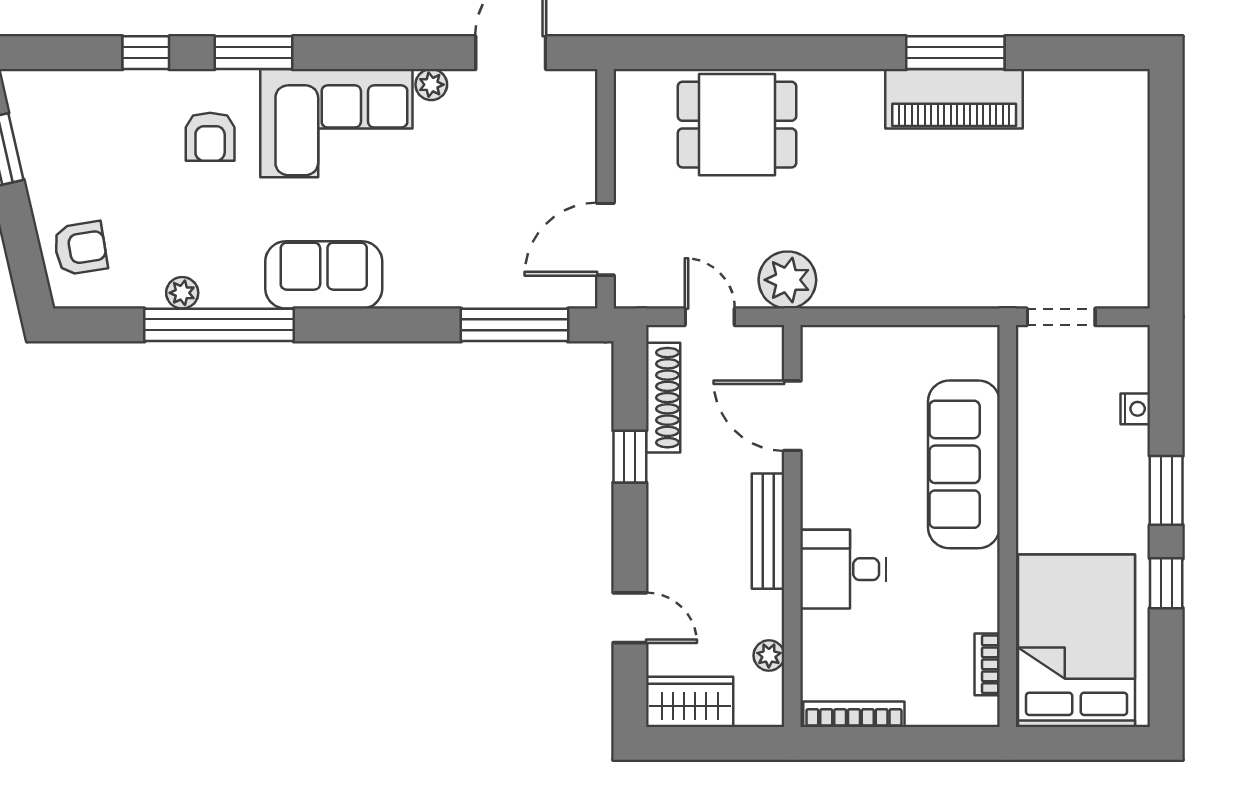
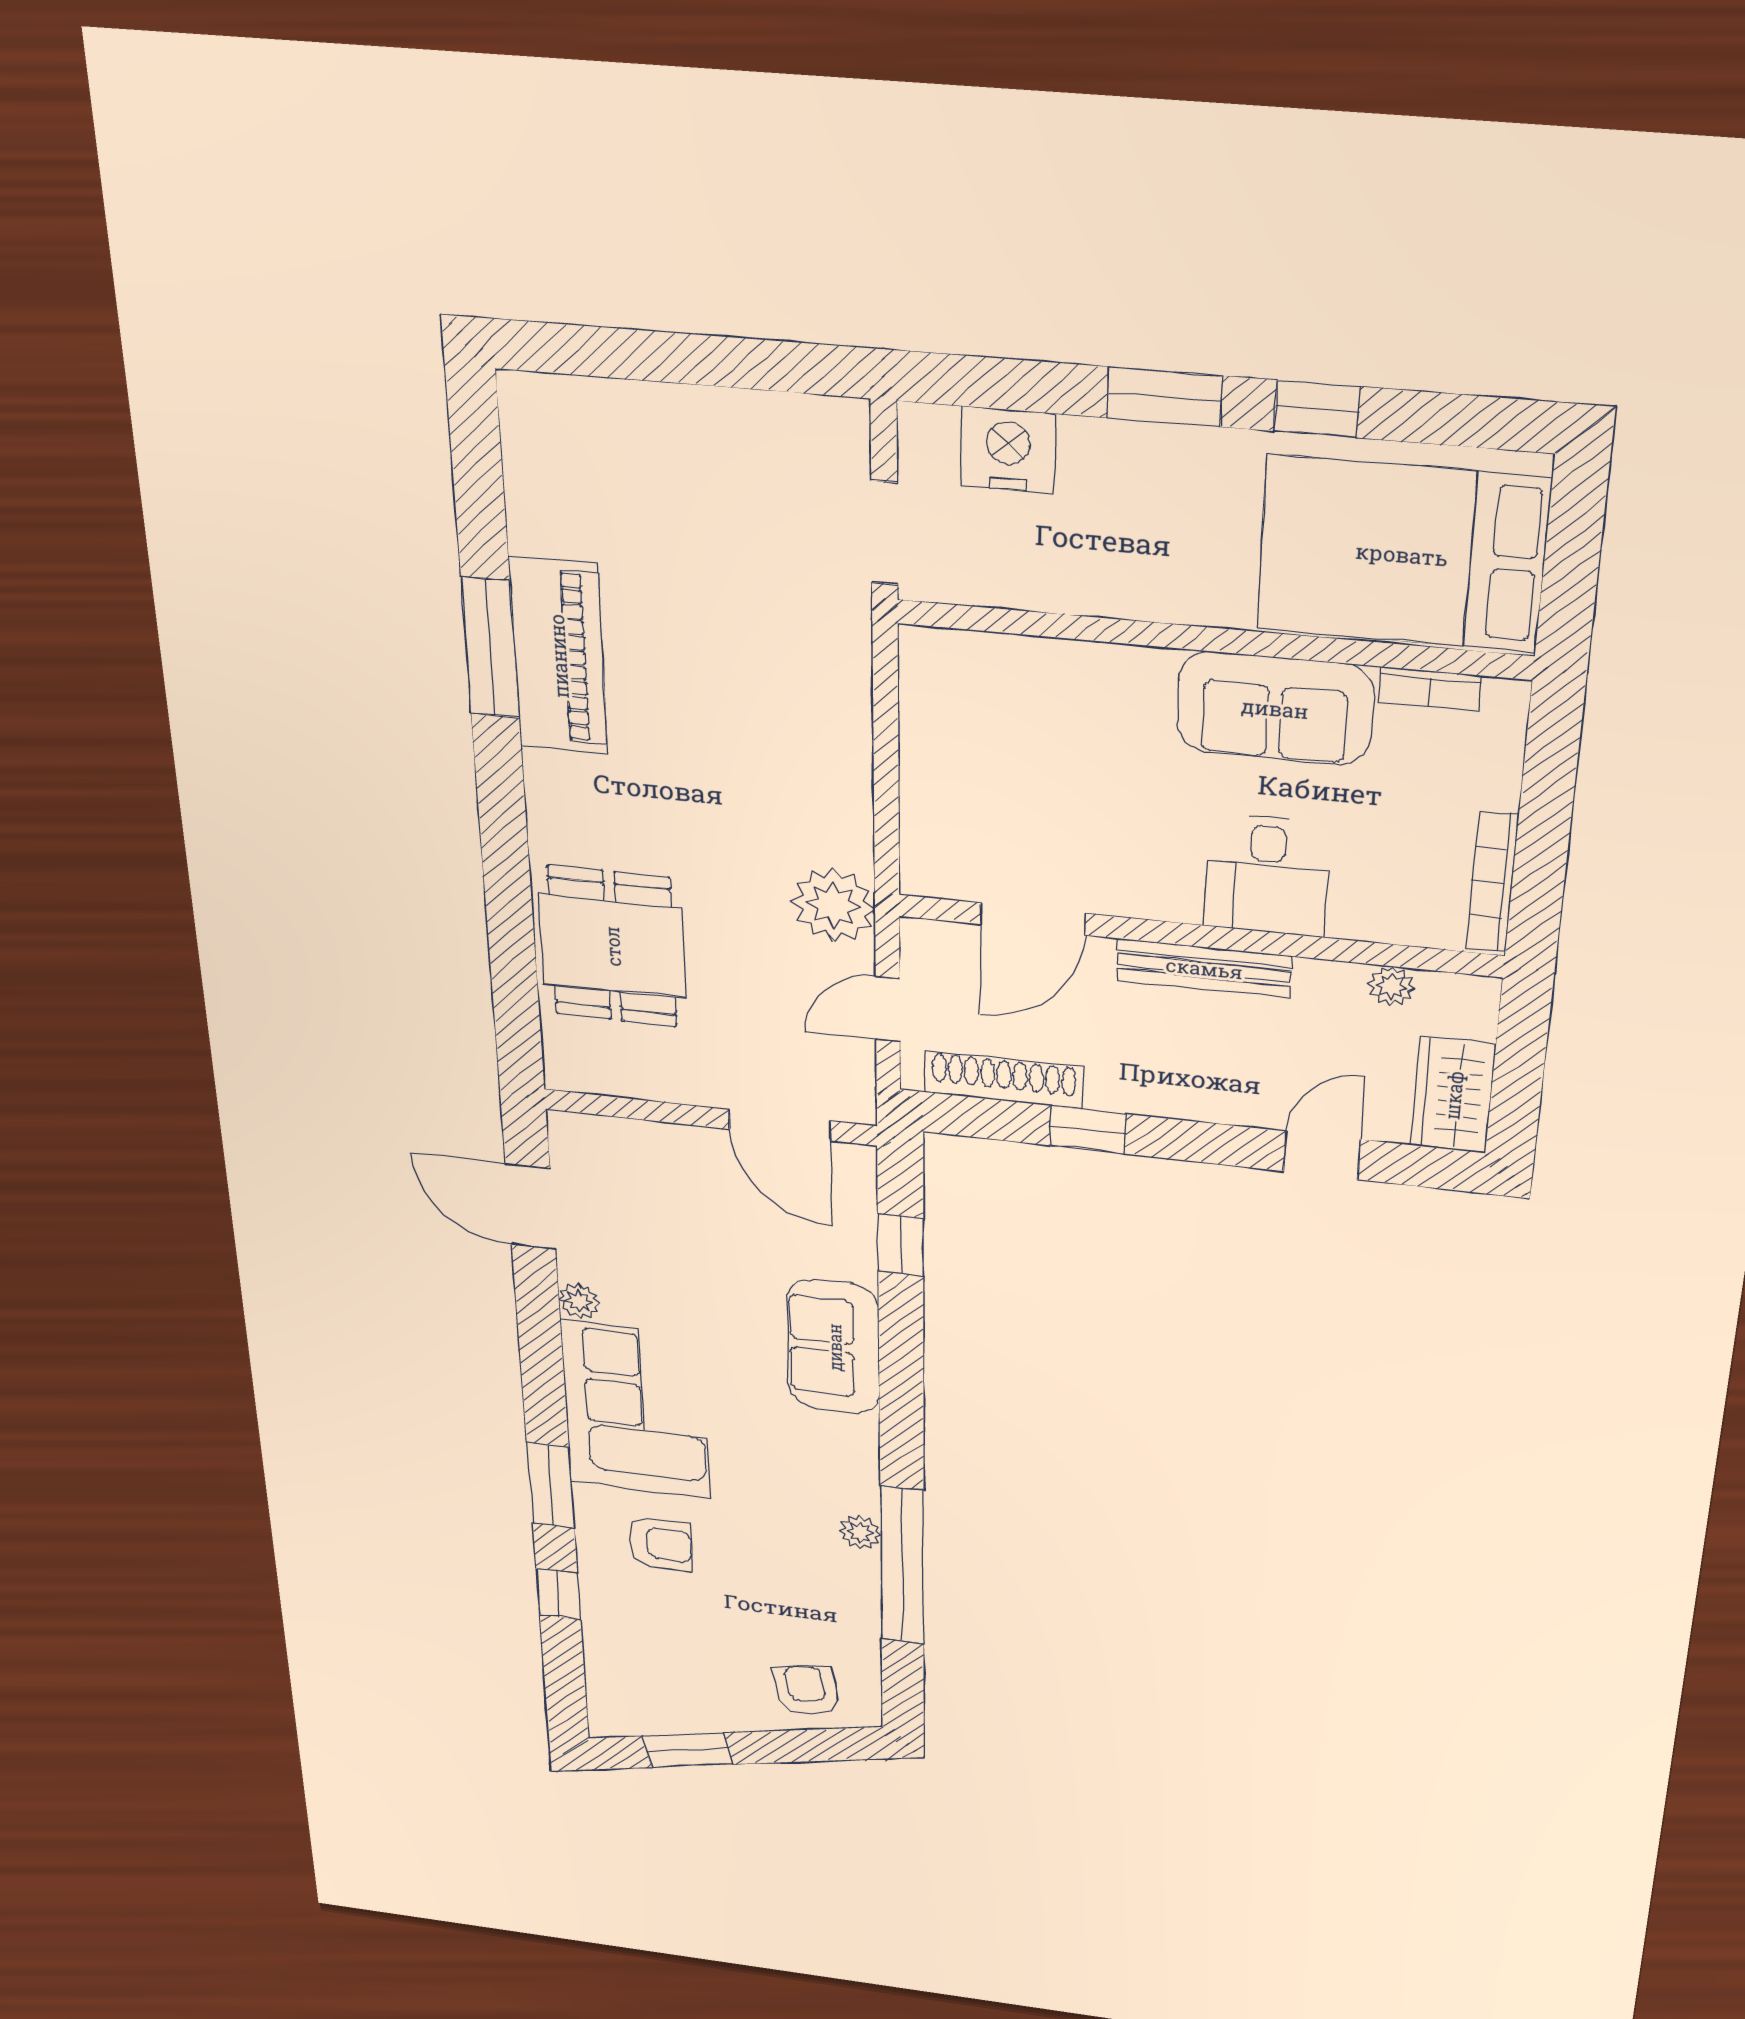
sofa: (324, 275) -> (834, 1347), moved
plant: (182, 293) -> (860, 1532), moved
window: (514, 325) -> (901, 1245), width x0.46
nightstand: (1135, 409) -> (1008, 450), width x1.89, depth x1.79
sofa: (964, 464) -> (1275, 708), moved, width x0.73

